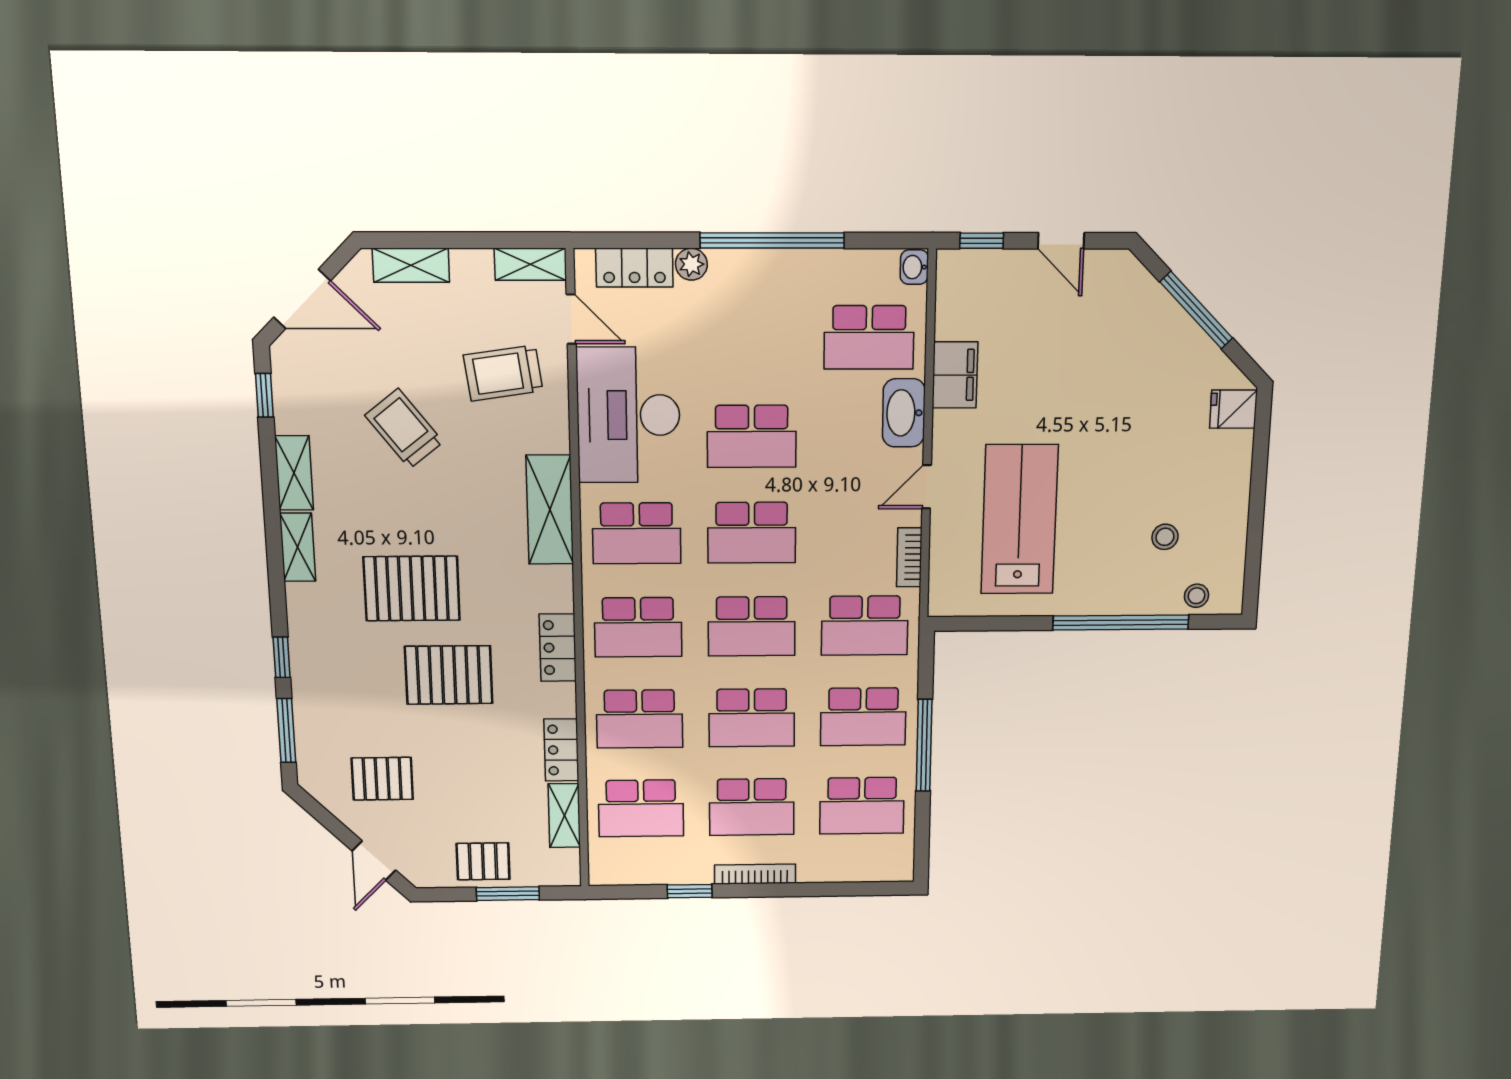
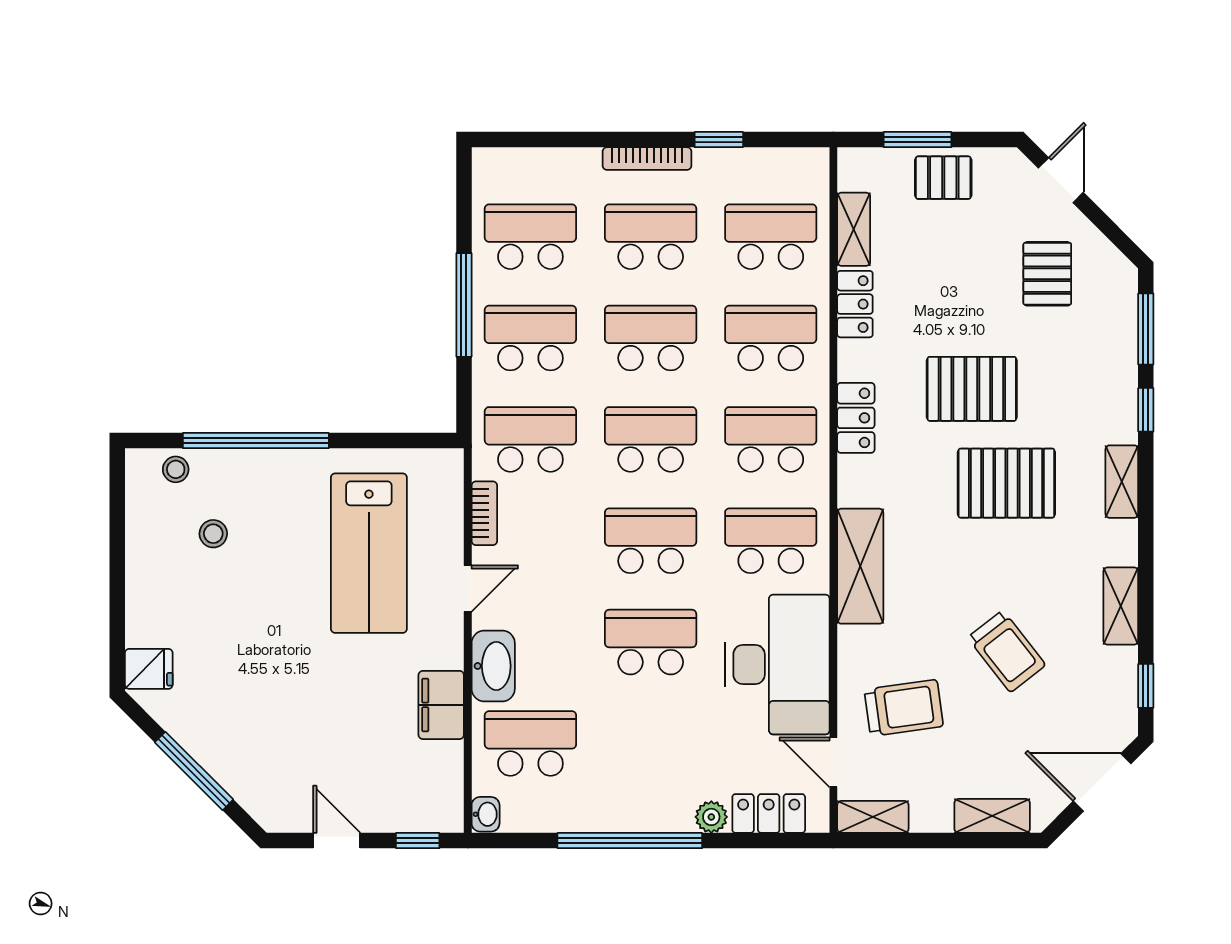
shelving: (298, 547) -> (1122, 482), moved
pallet: (382, 779) -> (1047, 274), turned 90

